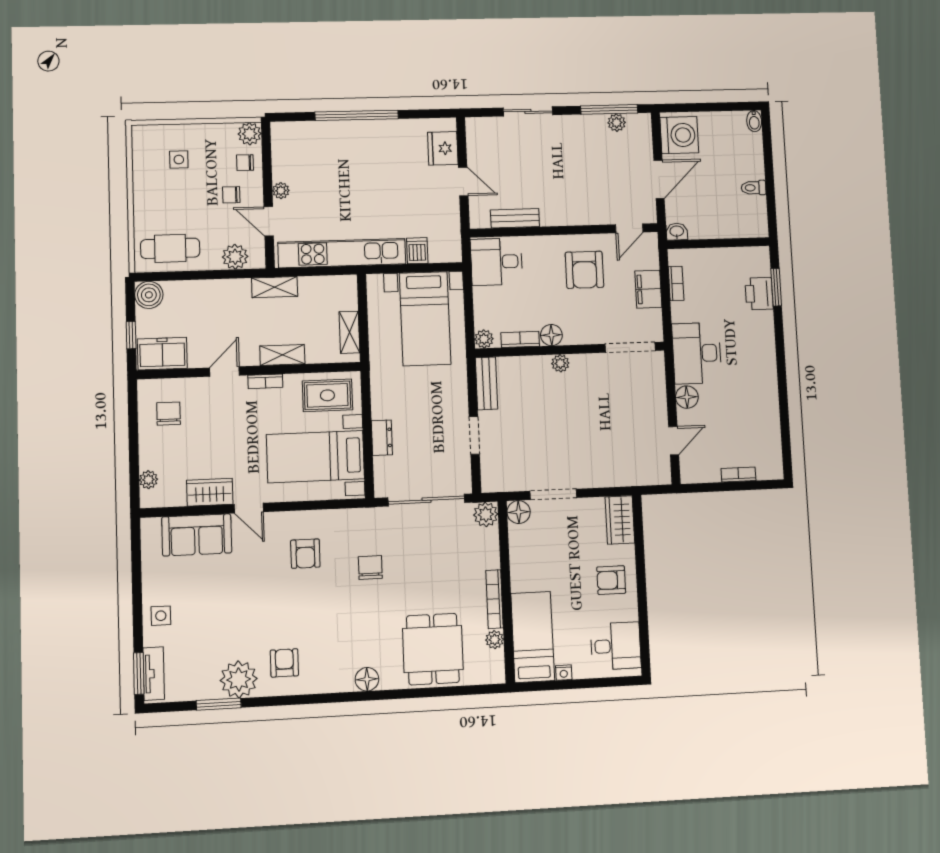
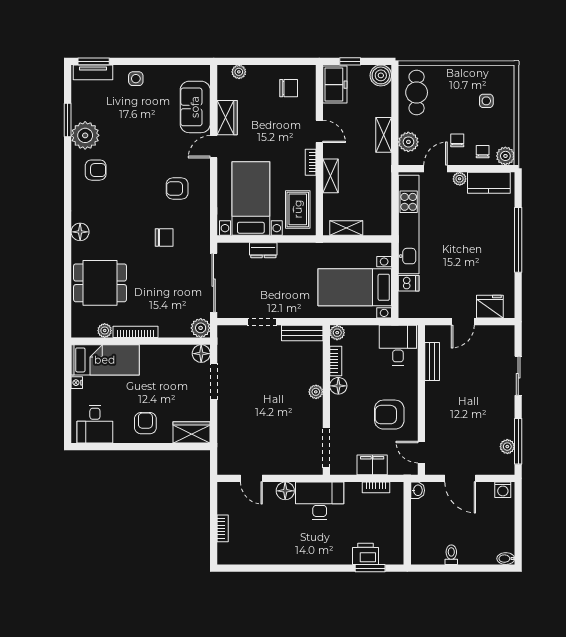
washing machine: (679, 135) -> (503, 490), width x0.53, depth x0.53
kitchen counter: (285, 154) -> (489, 183), added
shelving: (275, 287) -> (384, 135), moved

